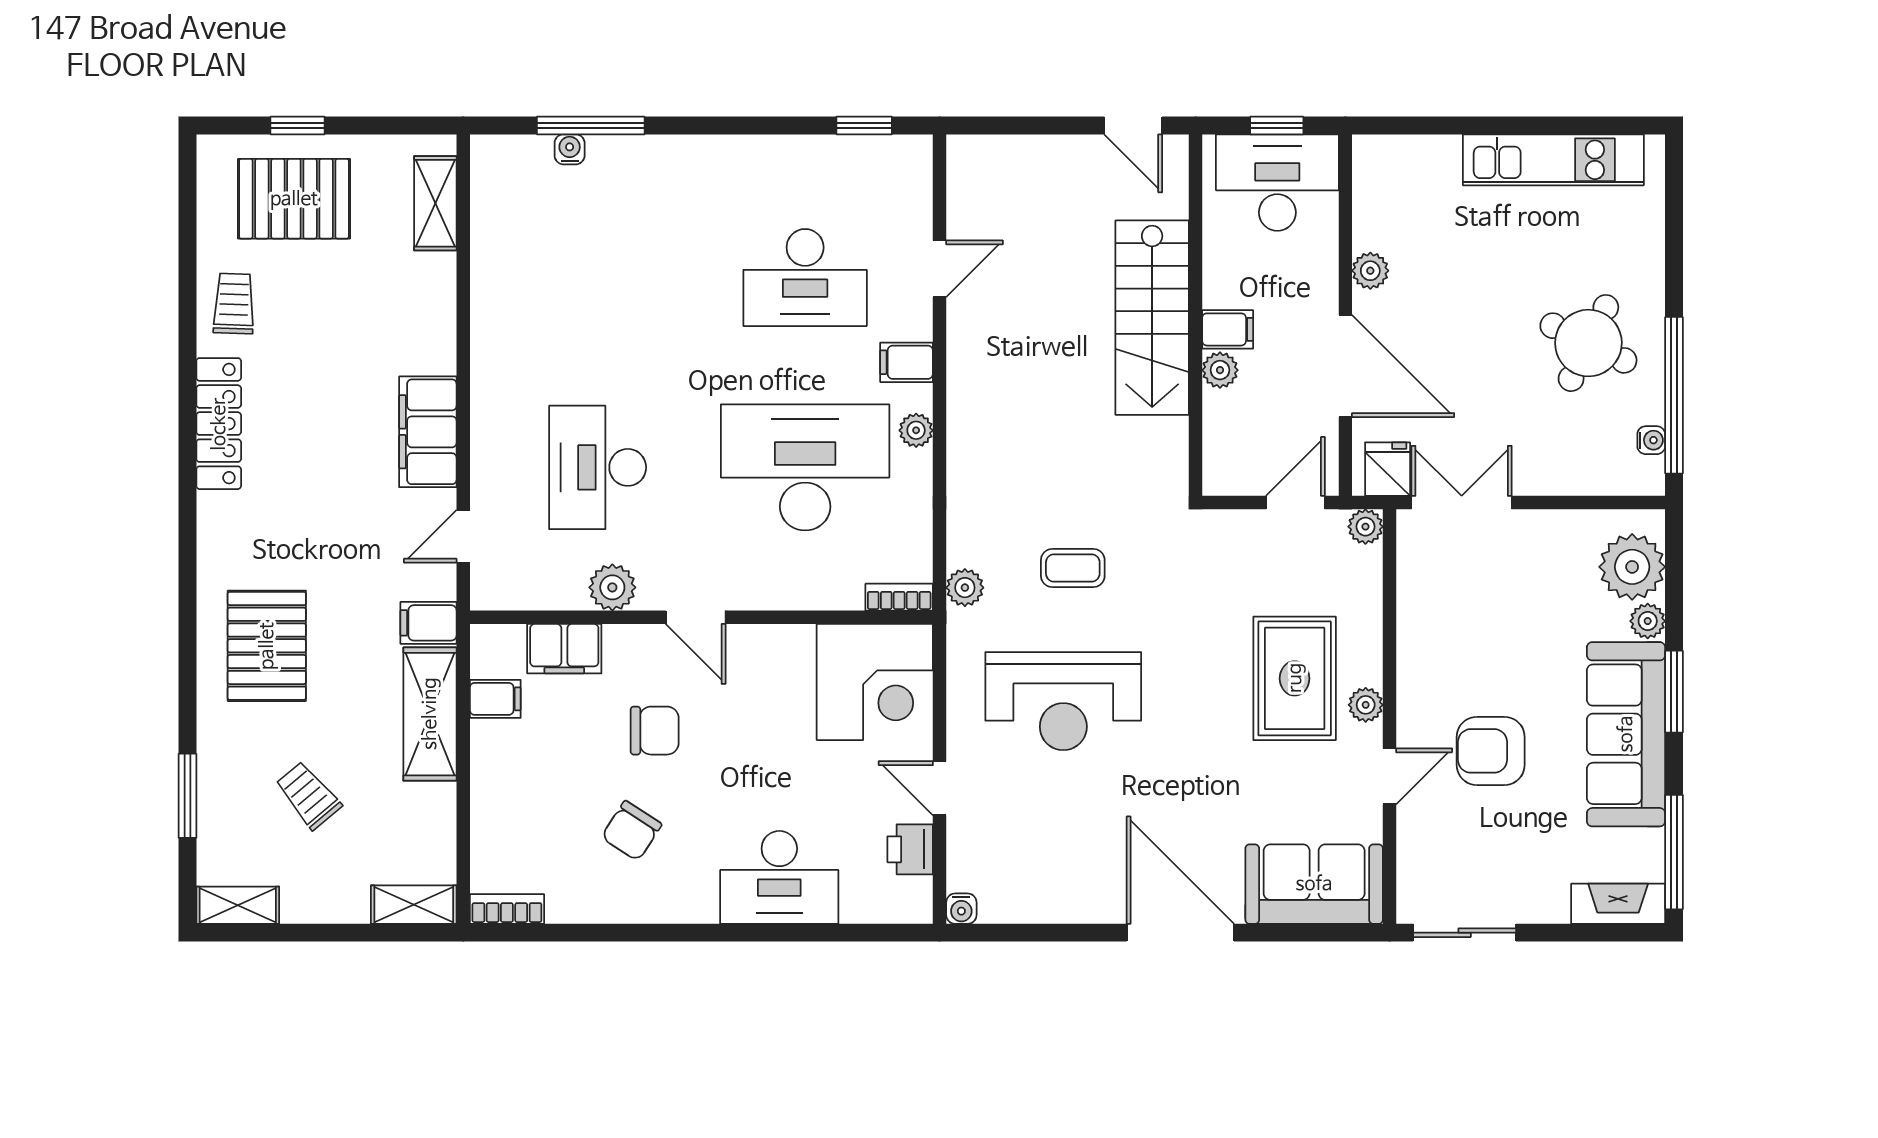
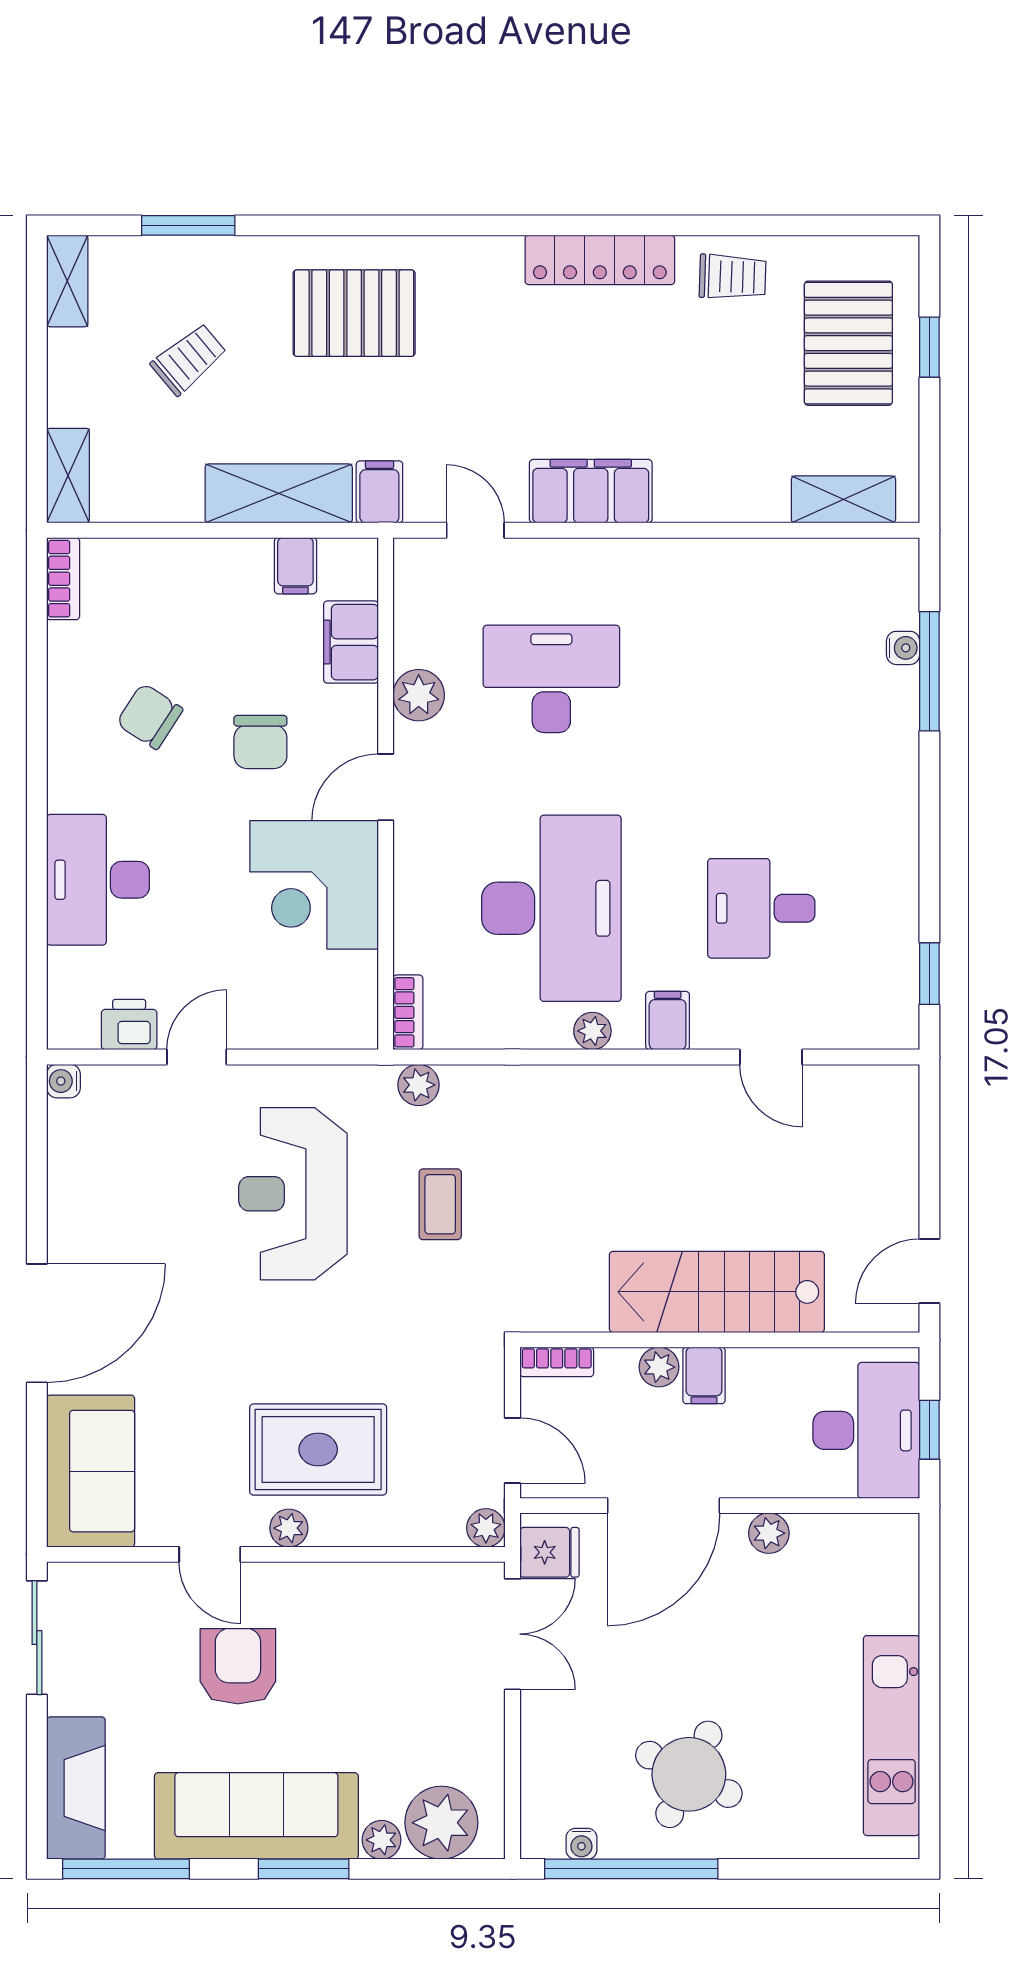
desk: (805, 278) -> (761, 908), width x0.73
bookcase: (1215, 463) -> (557, 1362), added
corner desk: (875, 682) -> (314, 885), moved
fireplace: (1618, 904) -> (76, 1788), width x1.37, depth x1.32

